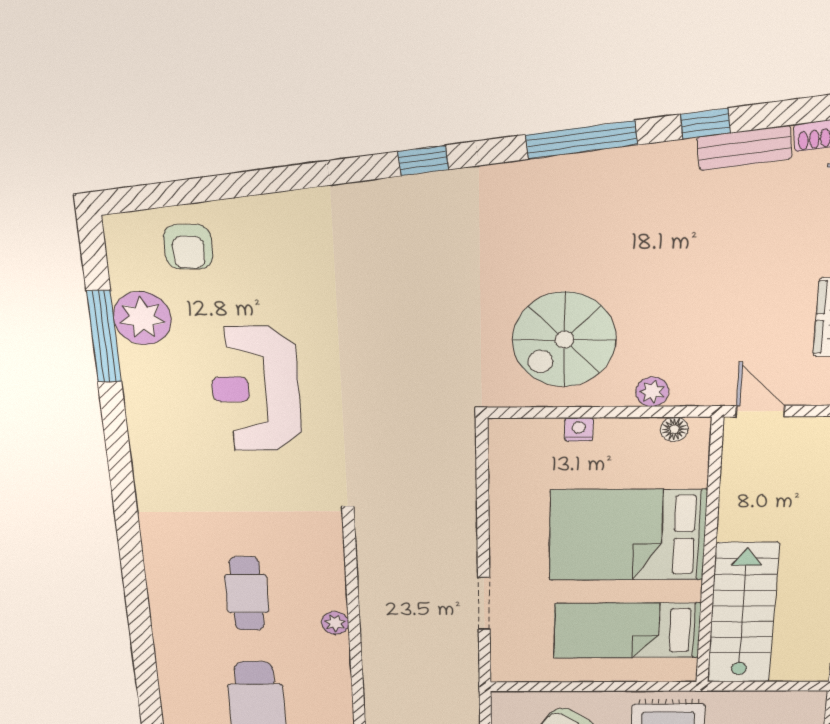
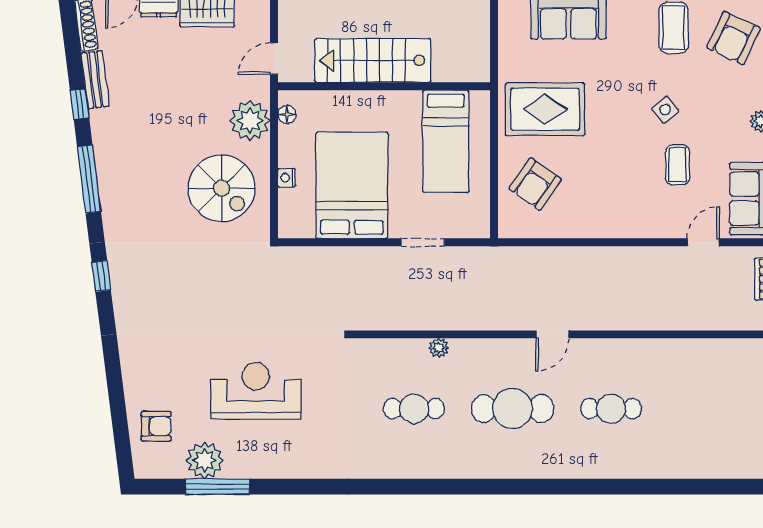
reception desk: (256, 389) -> (256, 391), turned 180
plant: (652, 392) -> (250, 121), width x1.88, depth x1.88
bed: (627, 535) -> (352, 185), moved, turned 180
stairs: (743, 613) -> (373, 60), moved

